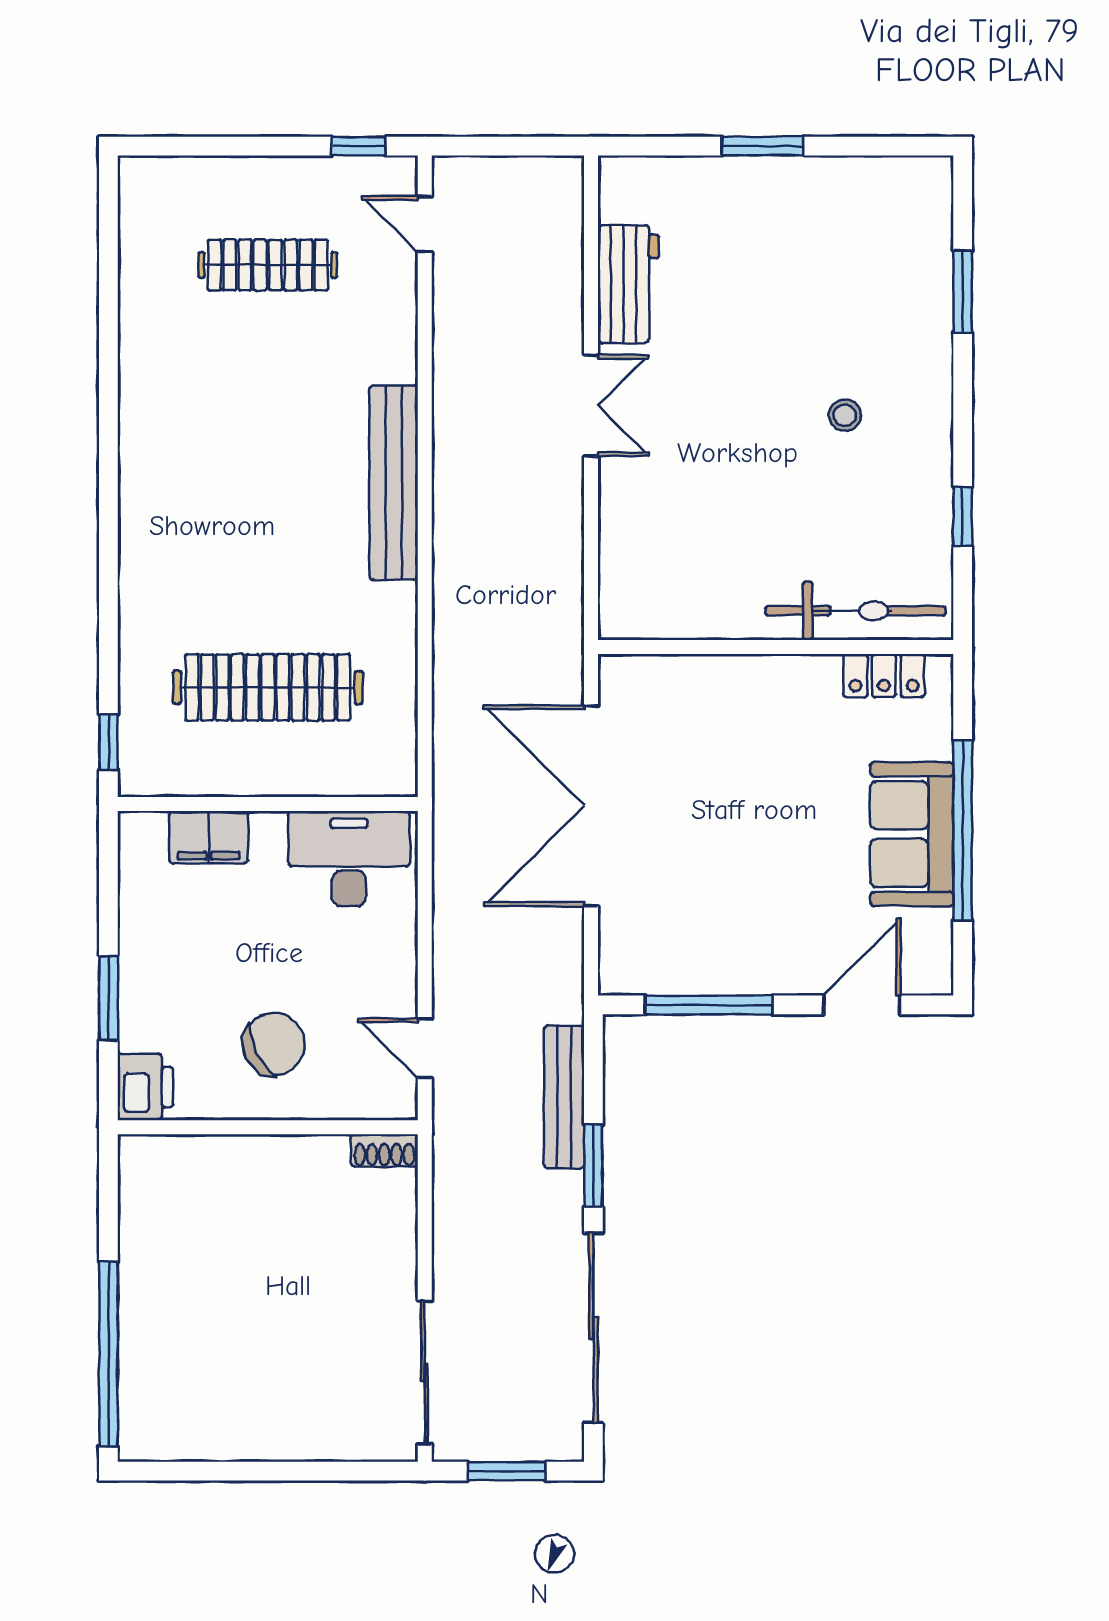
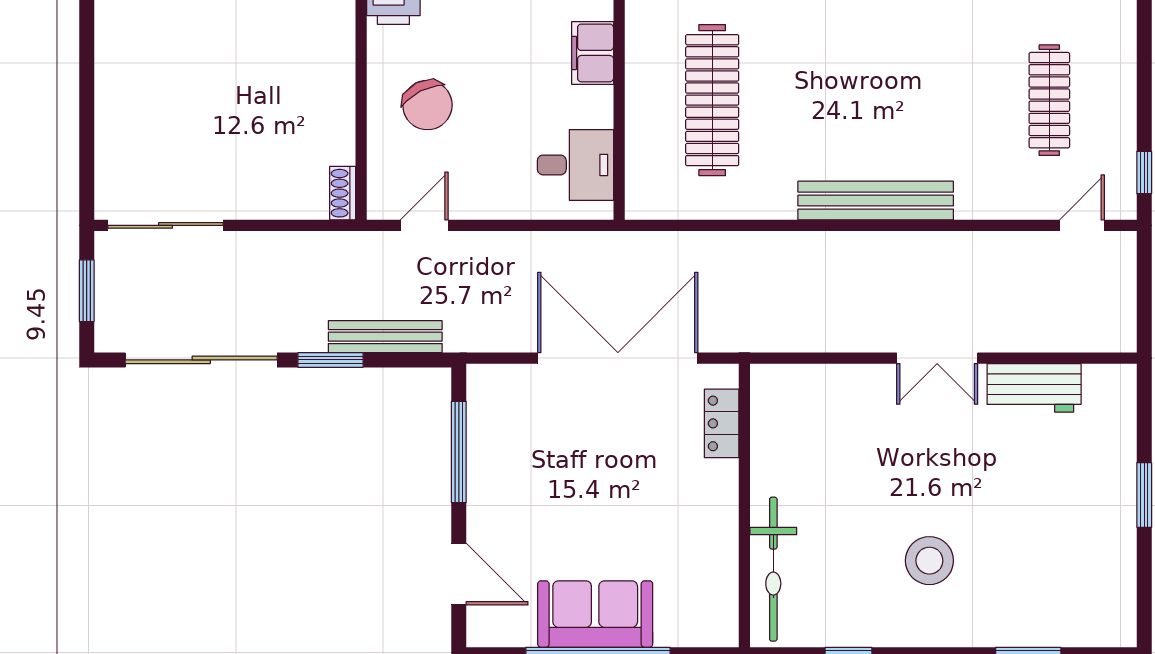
stool: (845, 415) -> (929, 561), width x1.89, depth x1.89
locker: (884, 676) -> (722, 423), moved
desk: (349, 859) -> (575, 165), width x0.73

